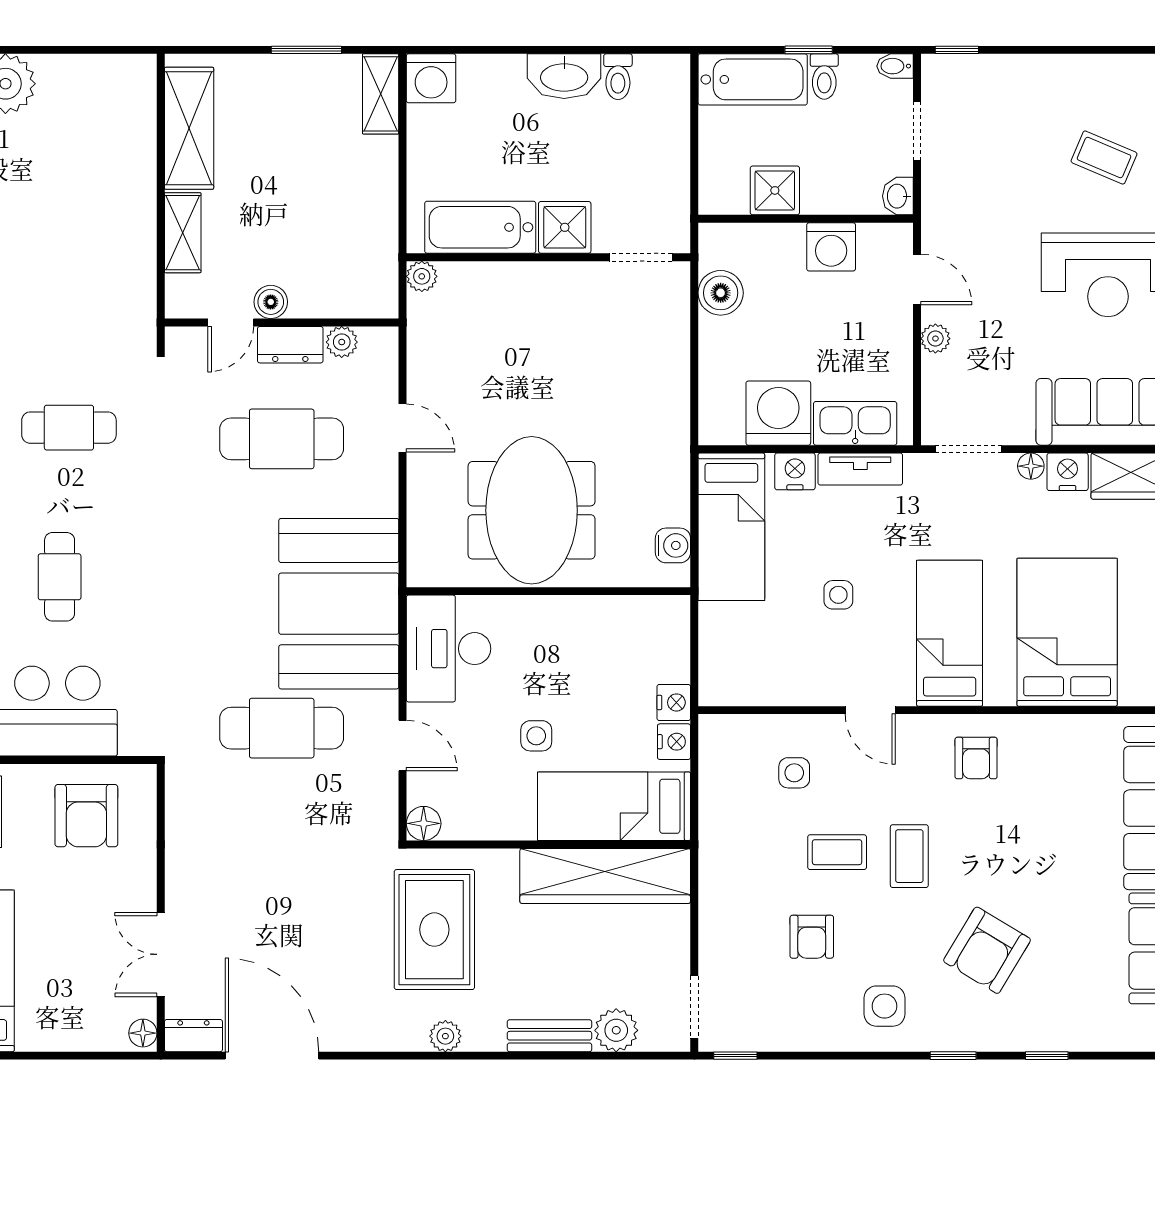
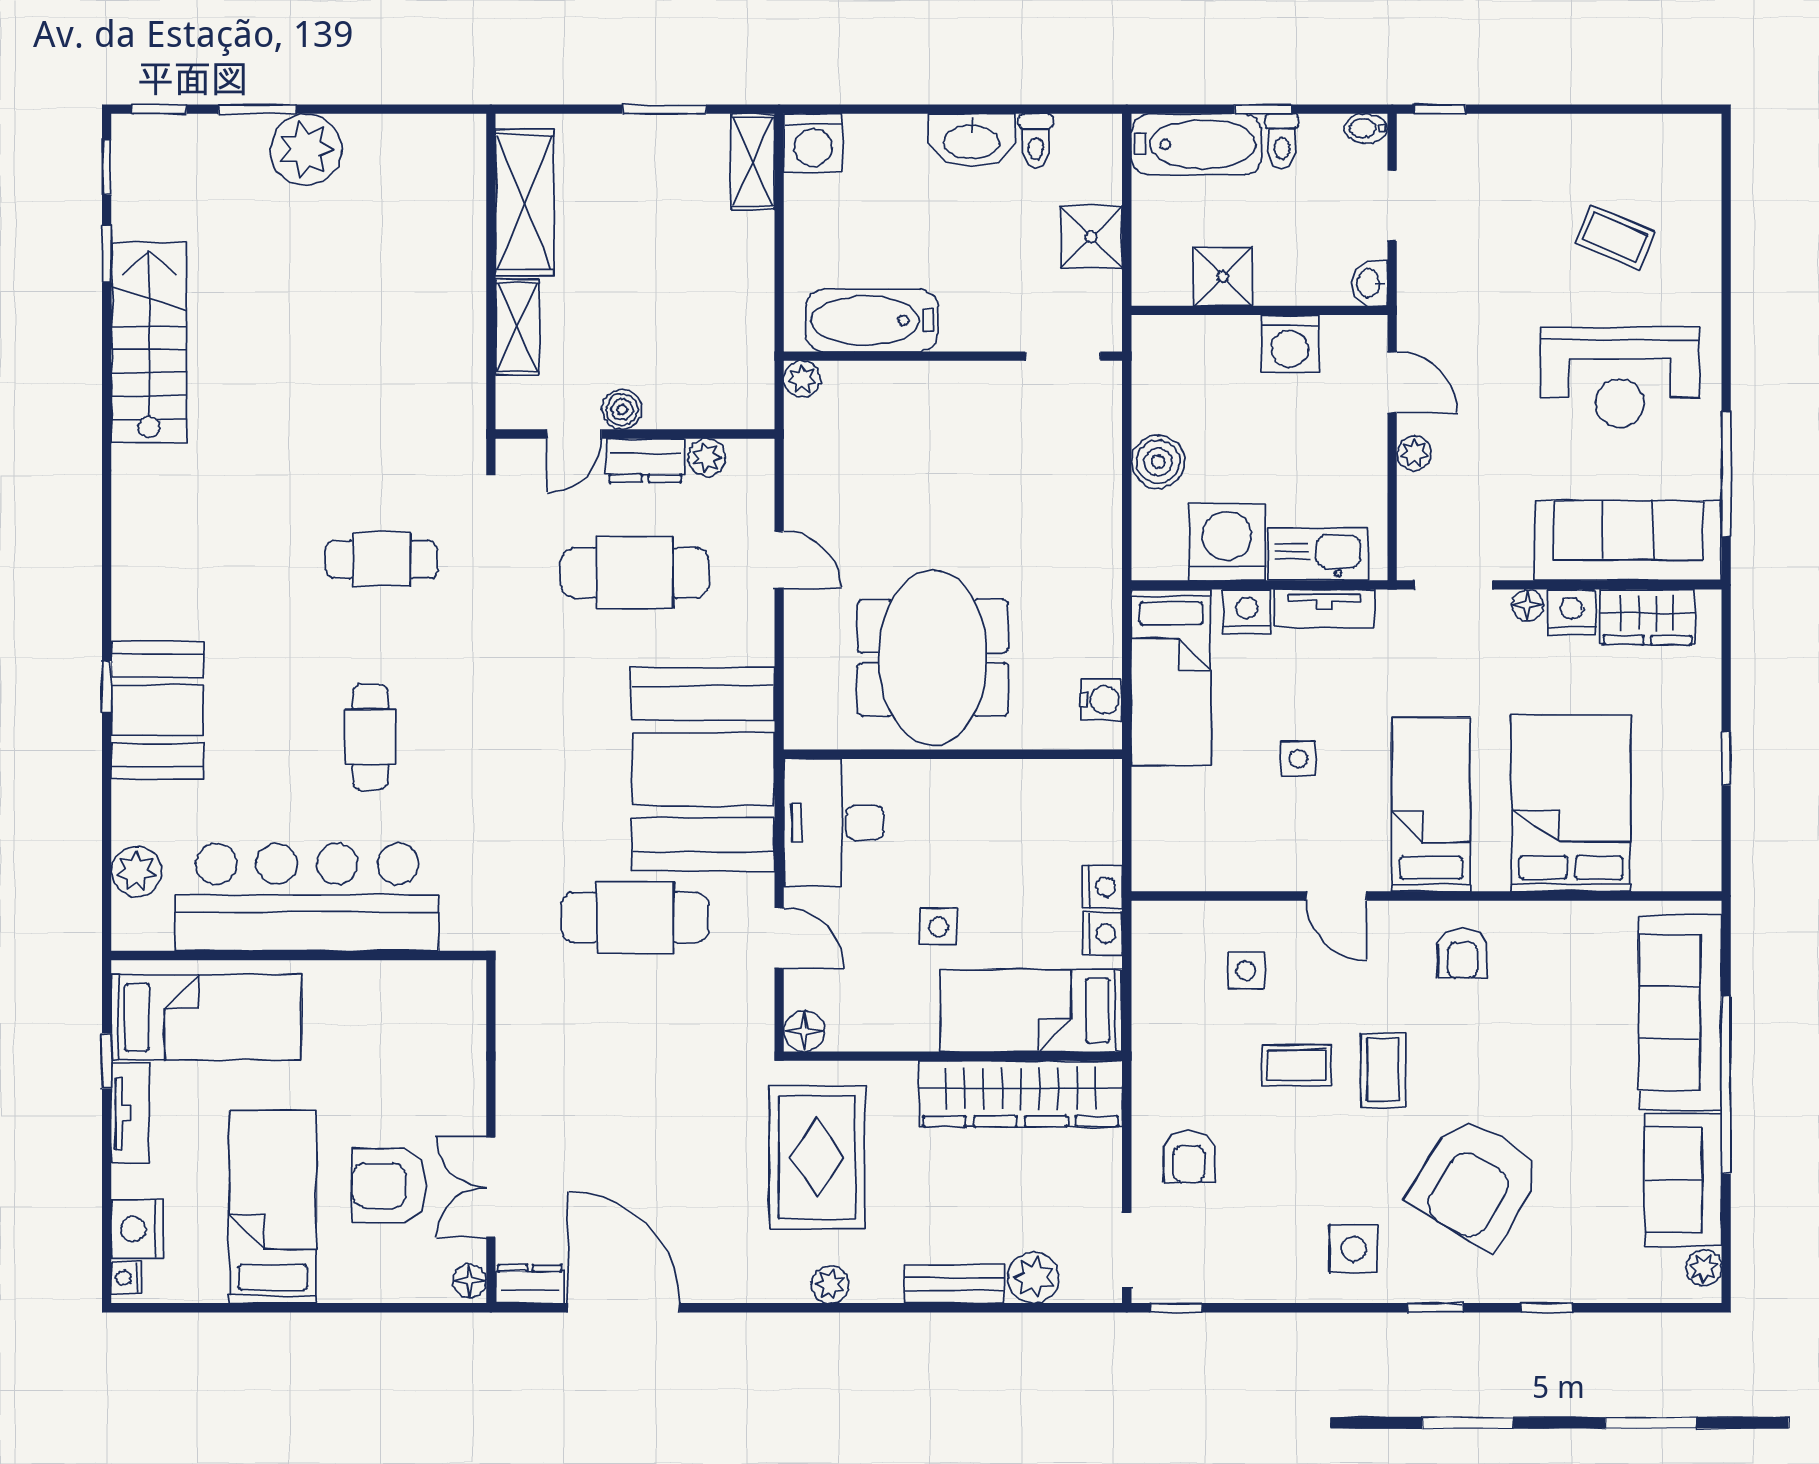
shower: (565, 227) -> (1091, 237), moved
boiler: (721, 293) -> (1158, 462), moved
armchair: (86, 816) -> (389, 1185), moved, turned 90
armchair: (812, 937) -> (1189, 1157), moved
armchair: (987, 950) -> (1476, 1182), width x1.36, depth x1.36

